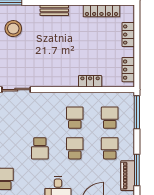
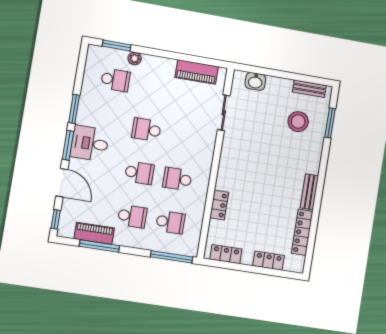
bench: (54, 10) -> (309, 192), moved
school desk: (75, 118) -> (177, 179), turned 180

